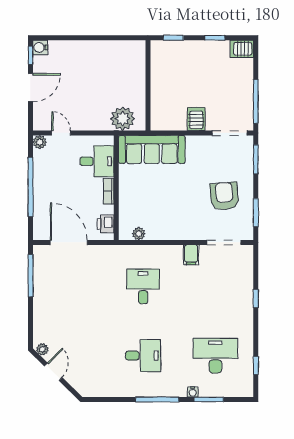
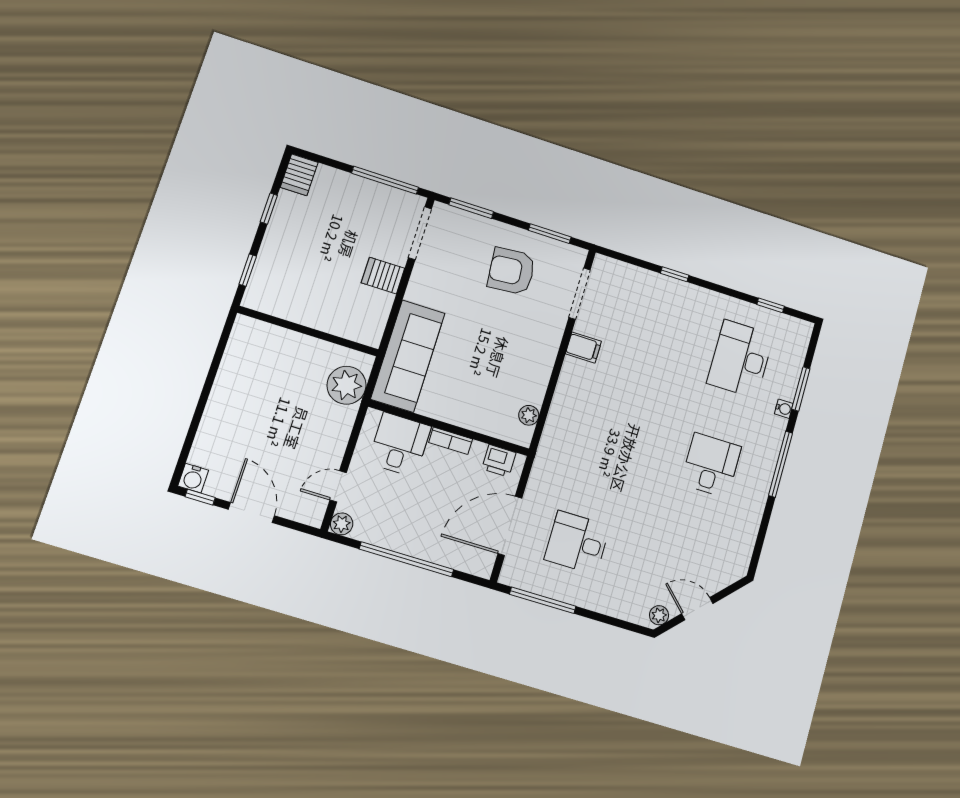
desk: (143, 286) -> (577, 543), moved

